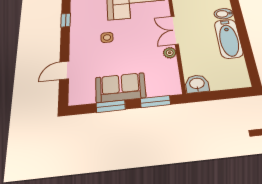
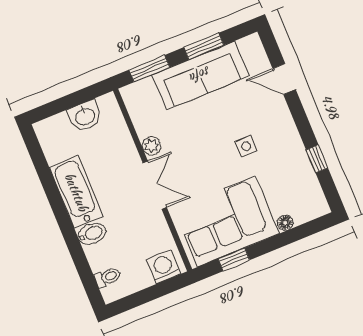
door: (64, 70) -> (284, 79), swing flipped
washbasin: (197, 84) -> (85, 116), moved
sofa: (120, 87) -> (200, 75), width x1.36

